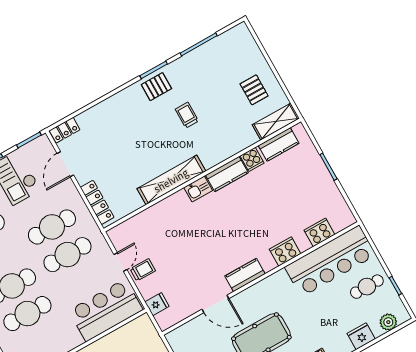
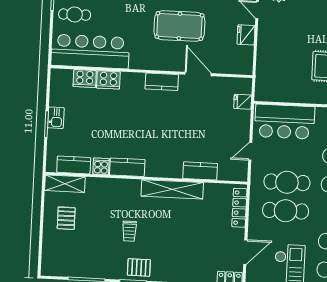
kitchen sink: (198, 189) -> (56, 118), moved, turned 90
kitchen counter: (156, 214) -> (200, 171), added
cooker: (285, 252) -> (108, 80), moved
trolley: (143, 270) -> (237, 135), removed

